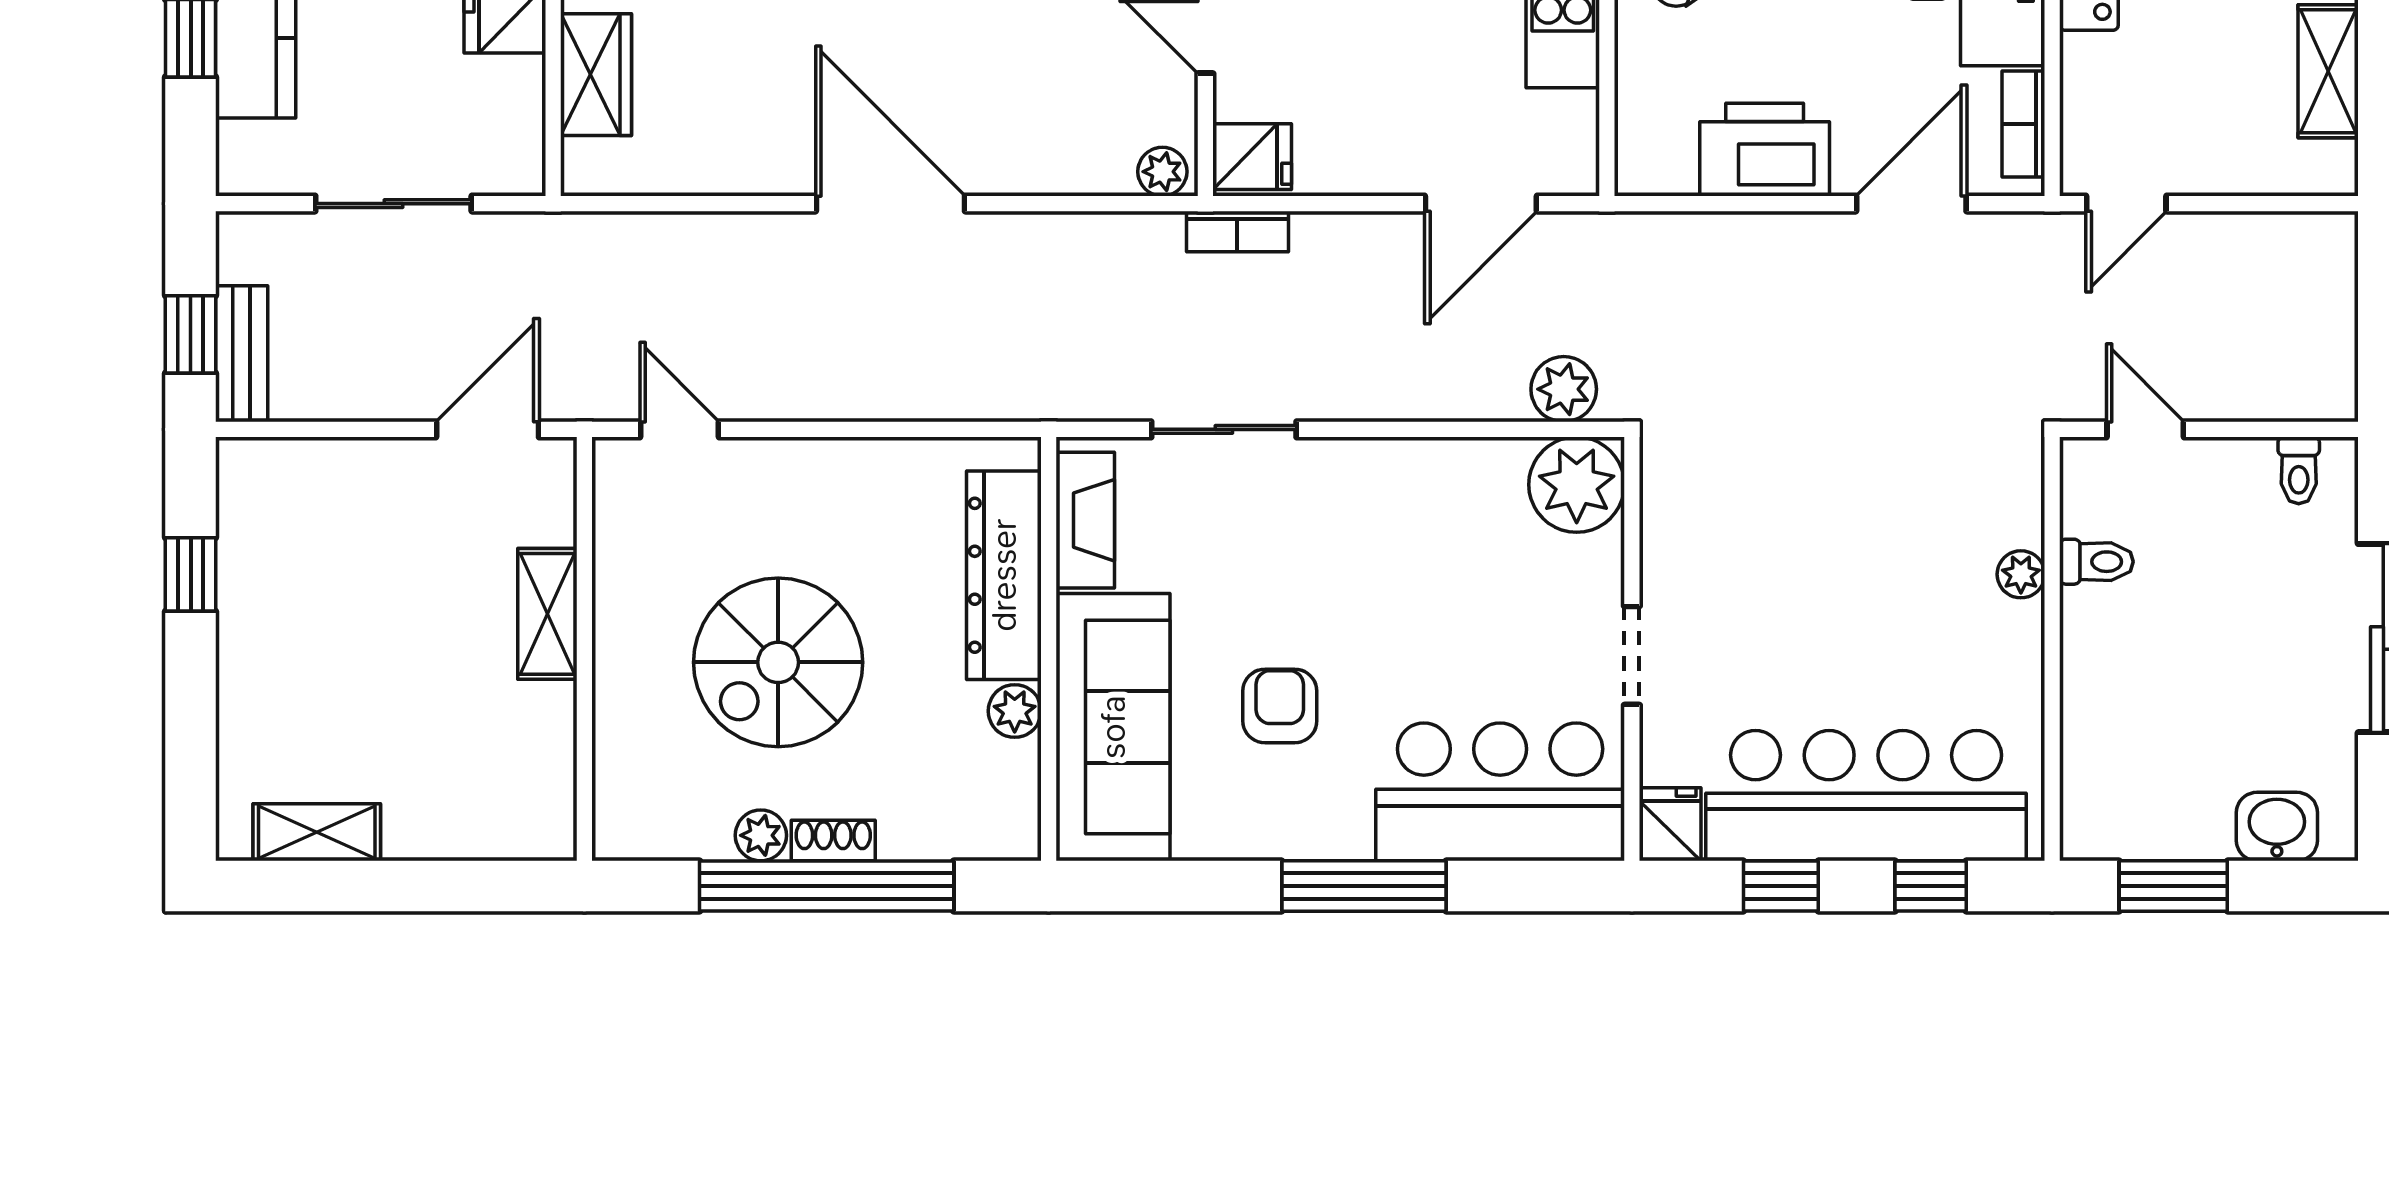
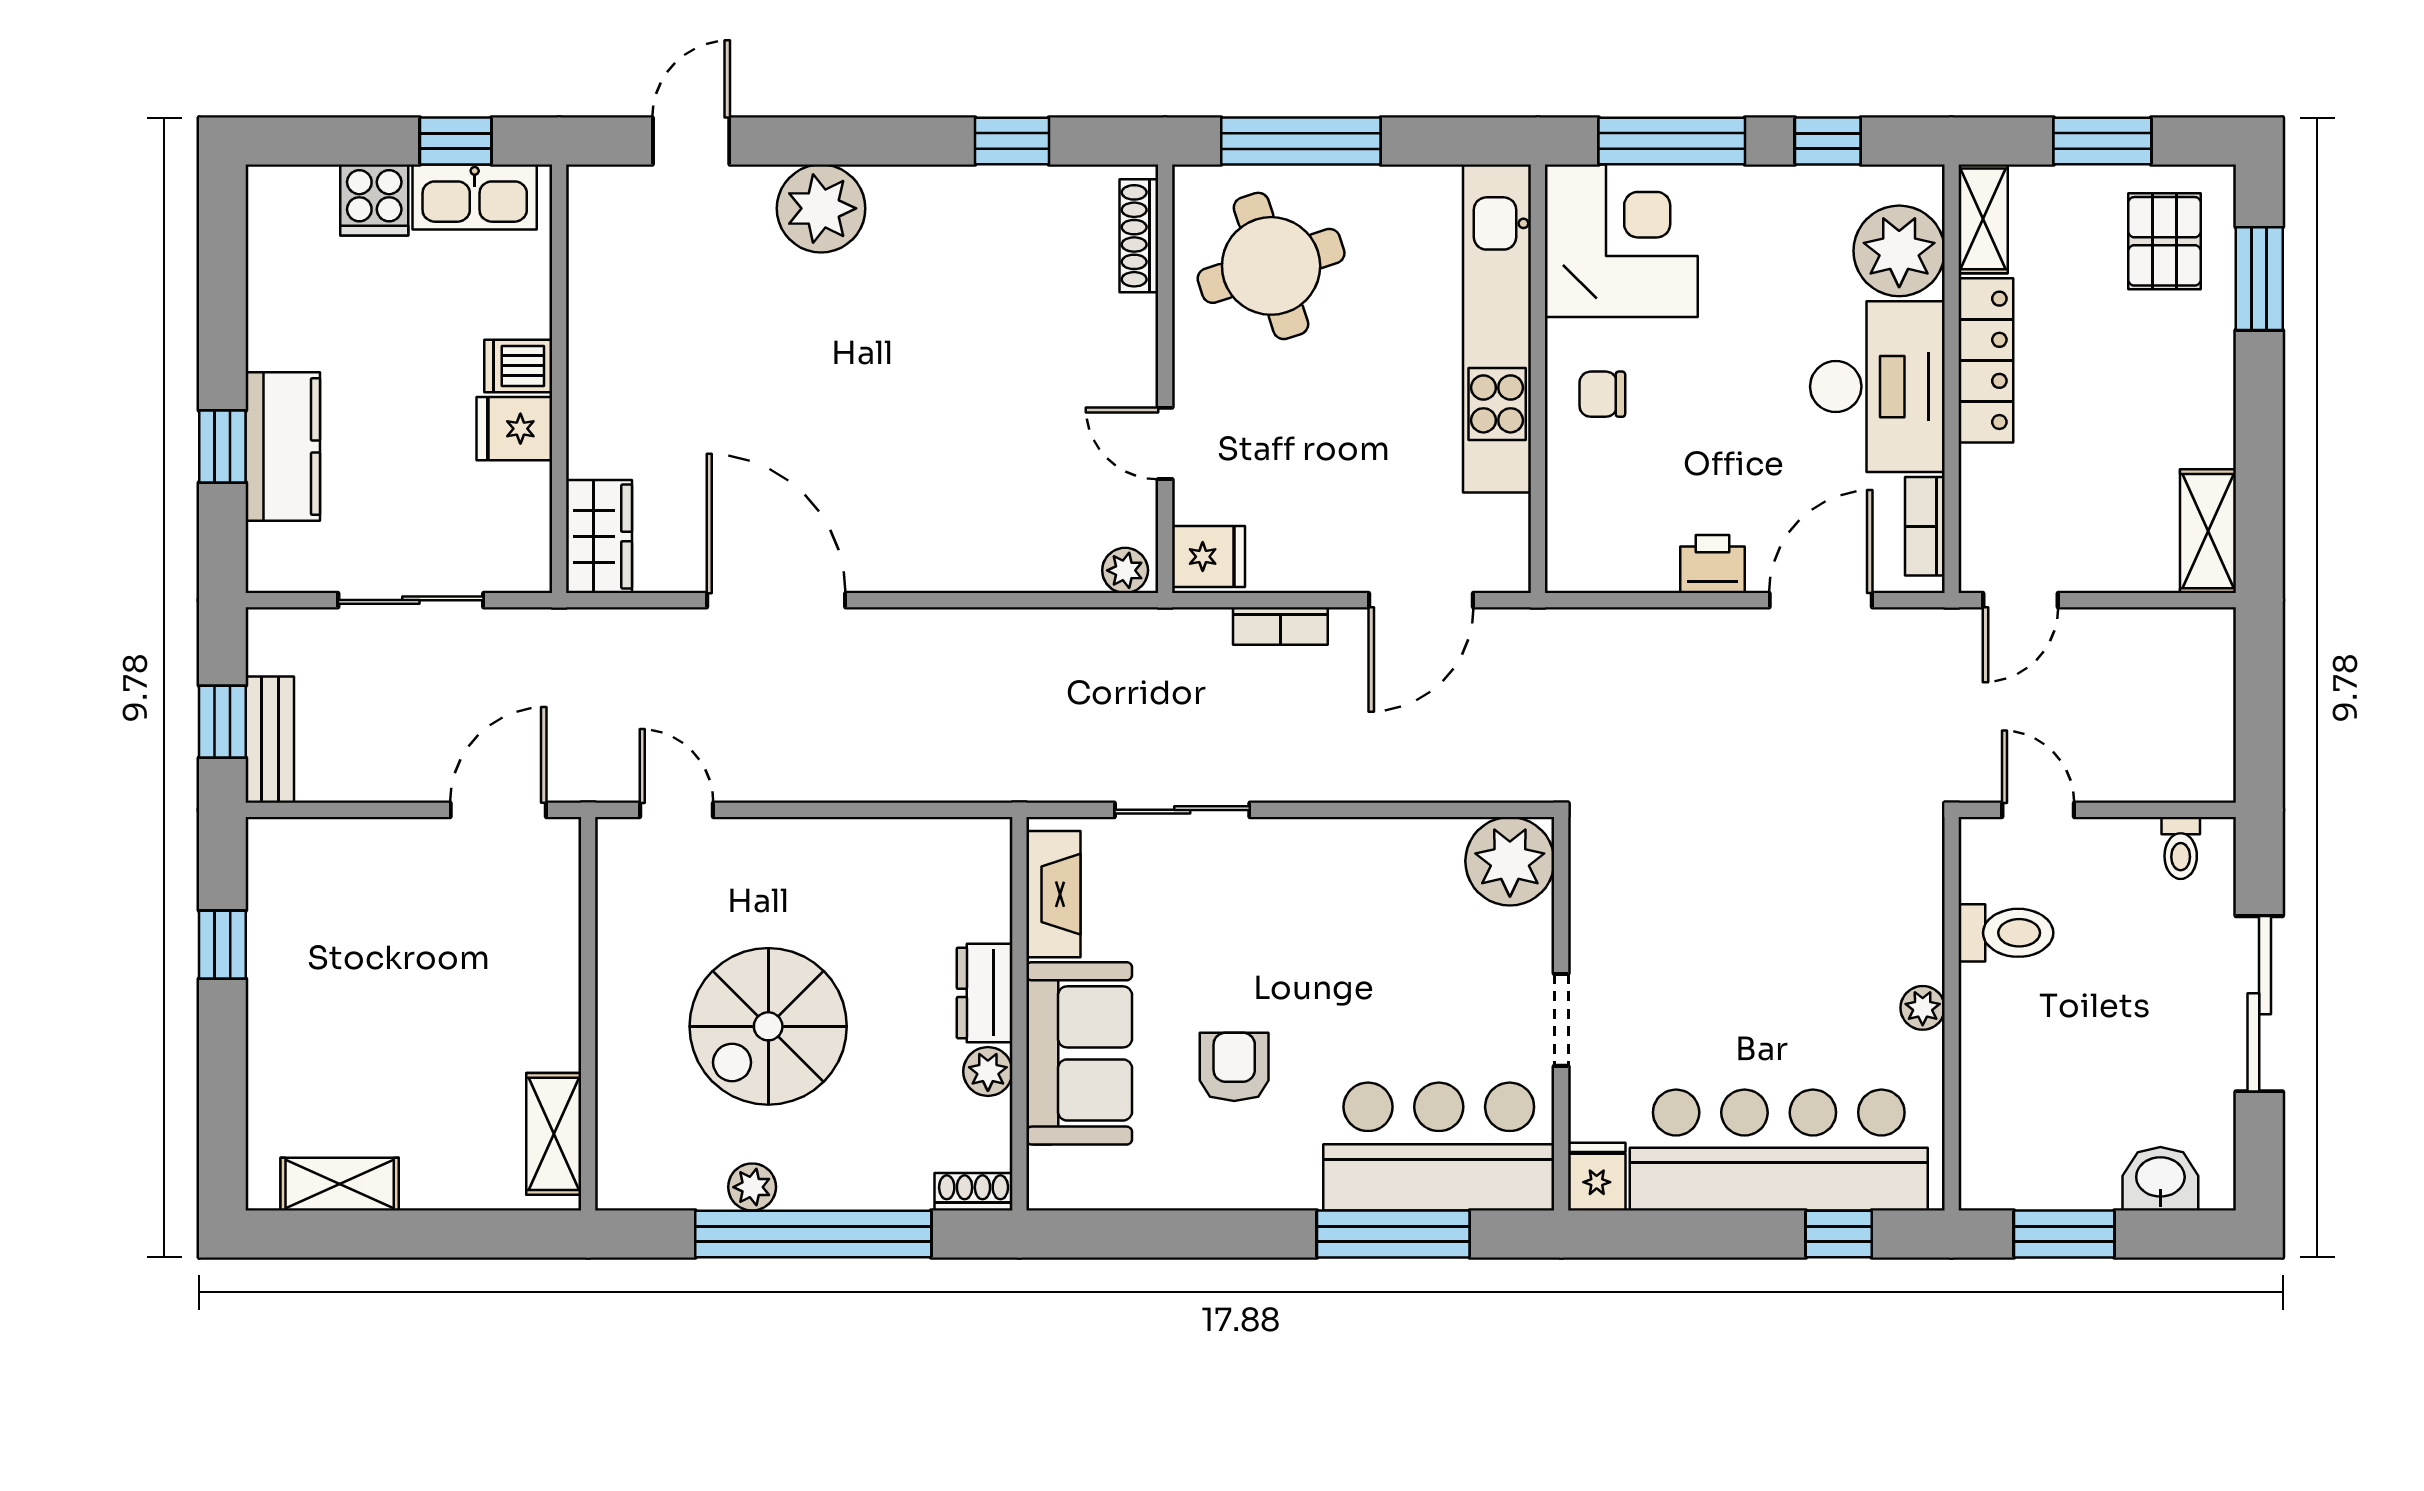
shelving: (2328, 71) -> (2208, 531), moved
wardrobe: (596, 75) -> (599, 536), moved
printer: (1765, 150) -> (1713, 564), width x0.53, depth x0.68
door: (890, 204) -> (776, 600), moved
bookcase: (1237, 231) -> (1280, 626), moved
plant: (1564, 389) -> (1498, 773), removed
toilet: (2096, 562) -> (2006, 933), width x1.37, depth x1.39
plant: (2021, 574) -> (1923, 1008), moved
dresser: (1004, 575) -> (985, 993), width x0.51, depth x0.80
shelving: (547, 614) -> (554, 1134), moved
sofa: (1113, 727) -> (1079, 1053), width x0.73
shoe rack: (833, 841) -> (974, 1192), moved
window: (1364, 886) -> (1393, 1234), moved
window: (1781, 886) -> (1700, 1234), removed

